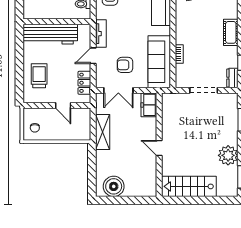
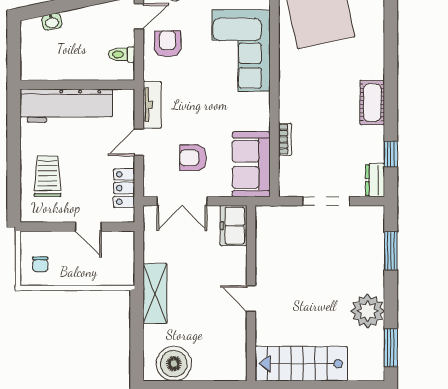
sofa: (159, 62) -> (251, 164), width x0.73
shelving: (103, 132) -> (155, 293), moved

